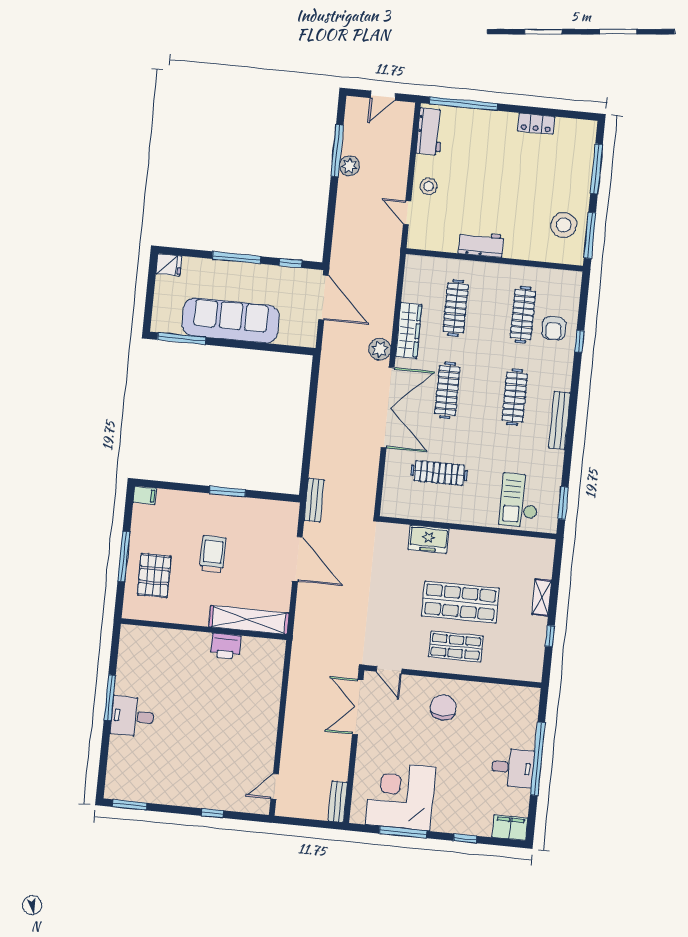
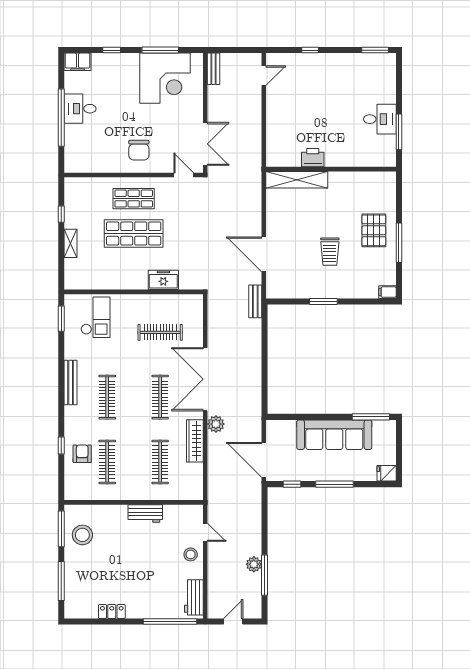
shelving: (249, 620) -> (297, 180), moved
wall: (204, 629) -> (331, 169), moved
printer: (226, 646) -> (313, 158), moved

